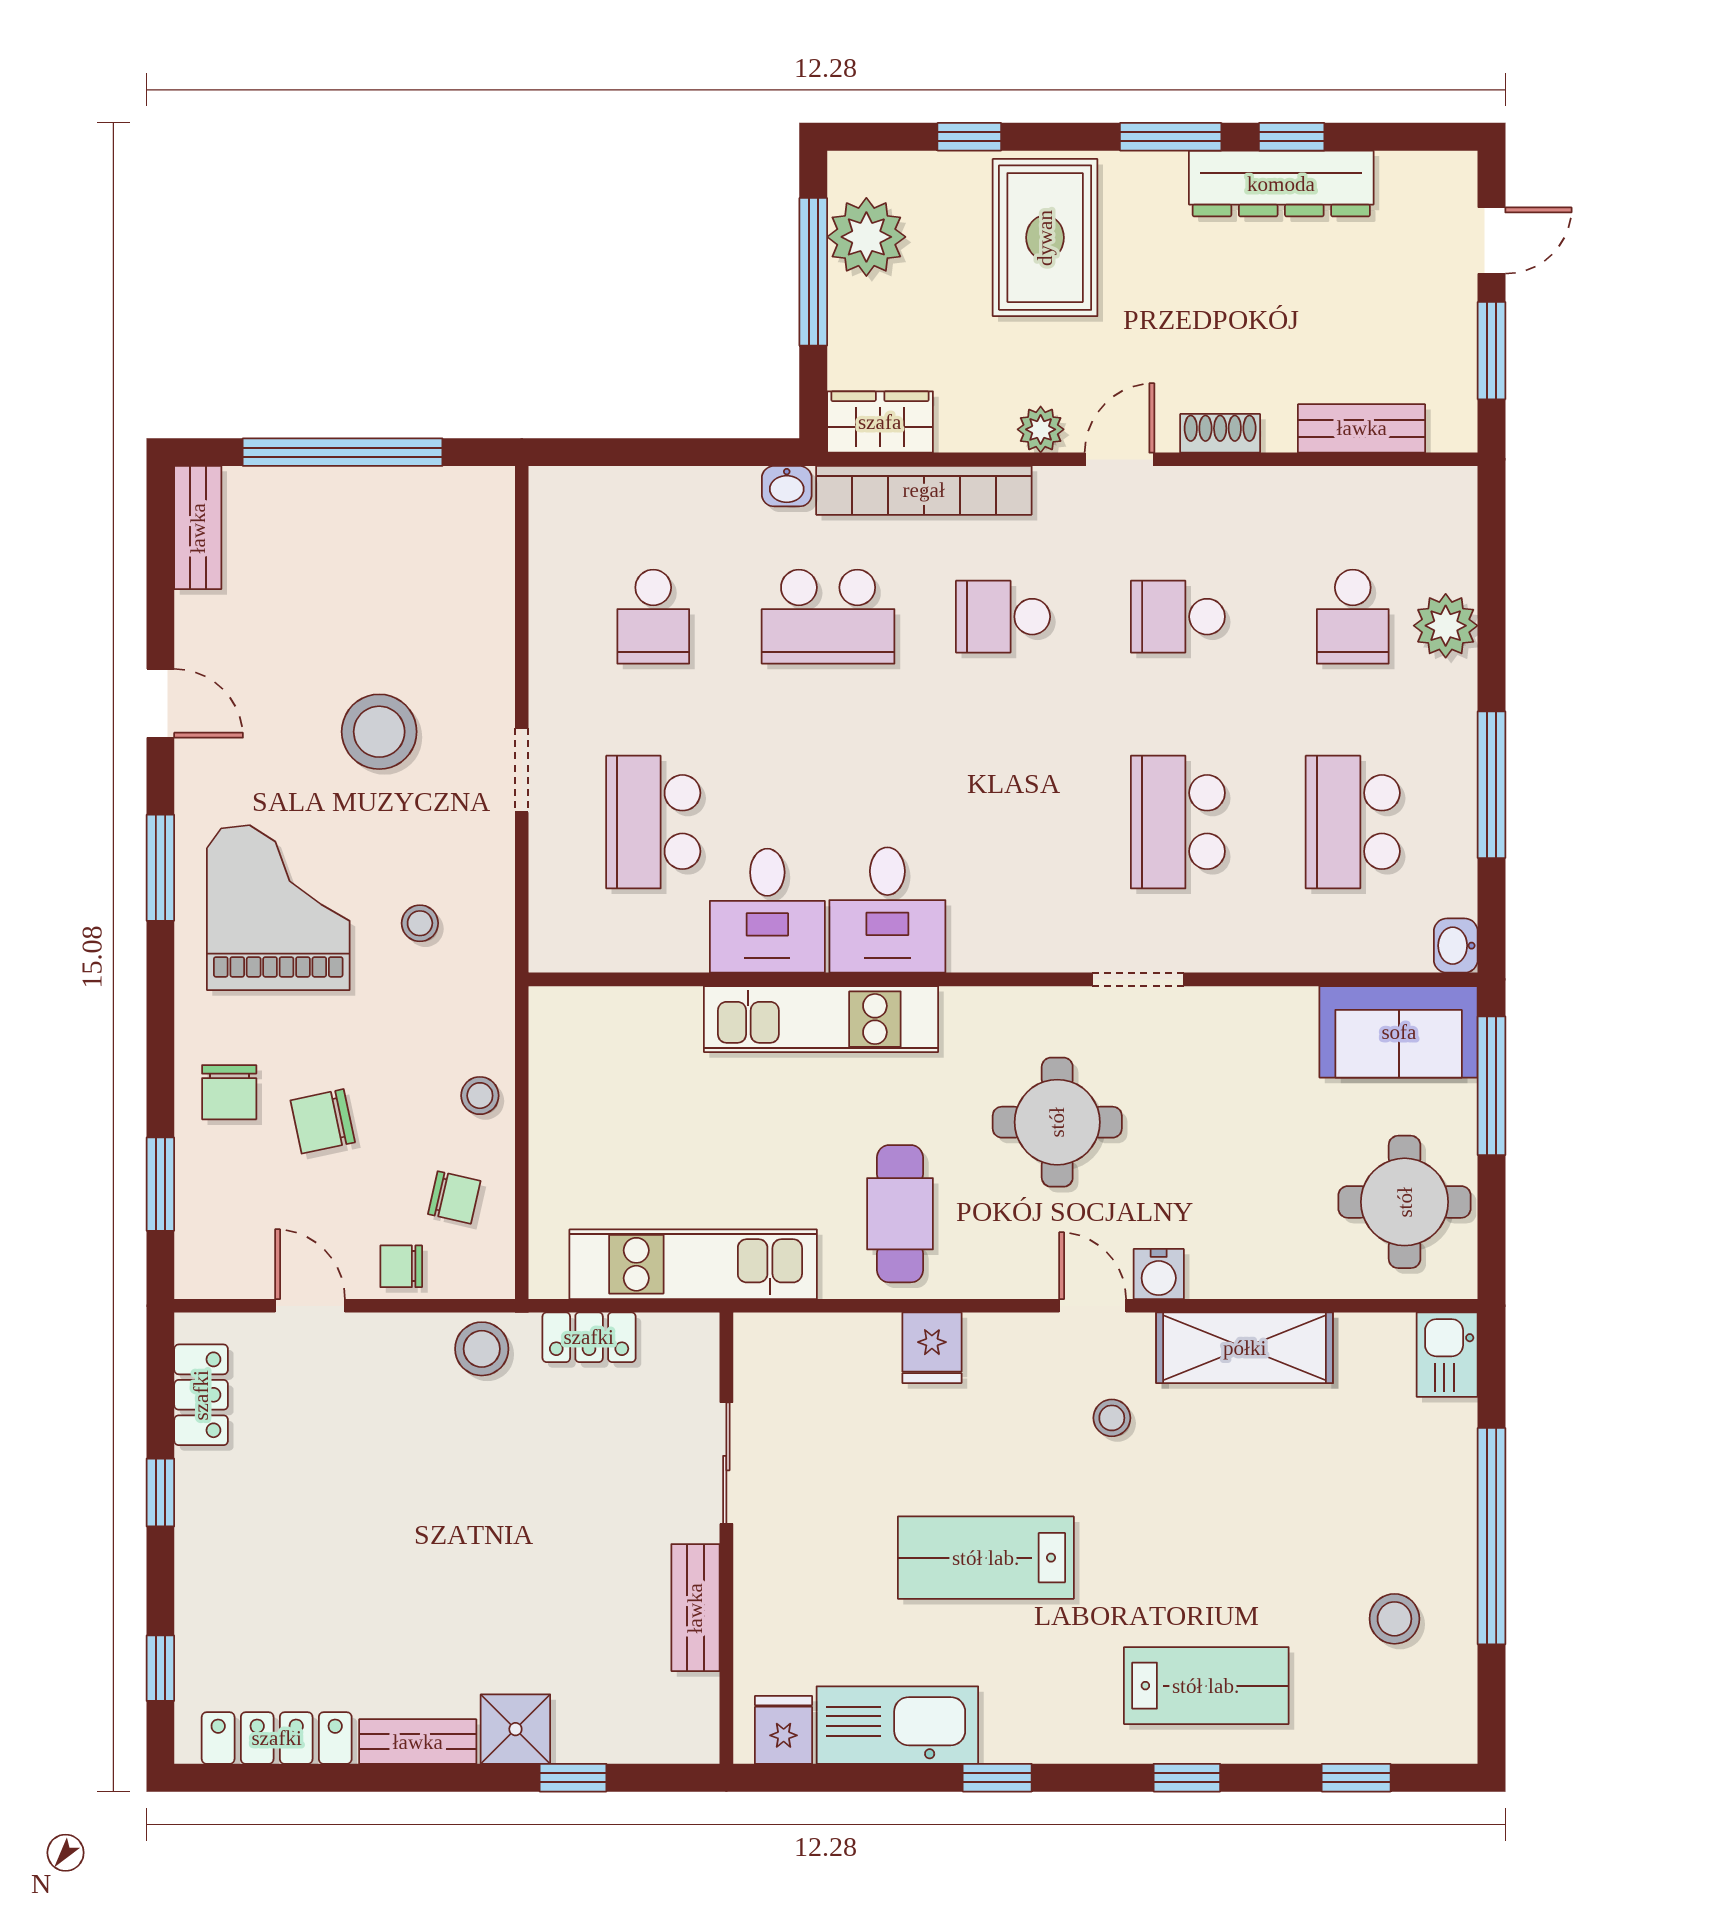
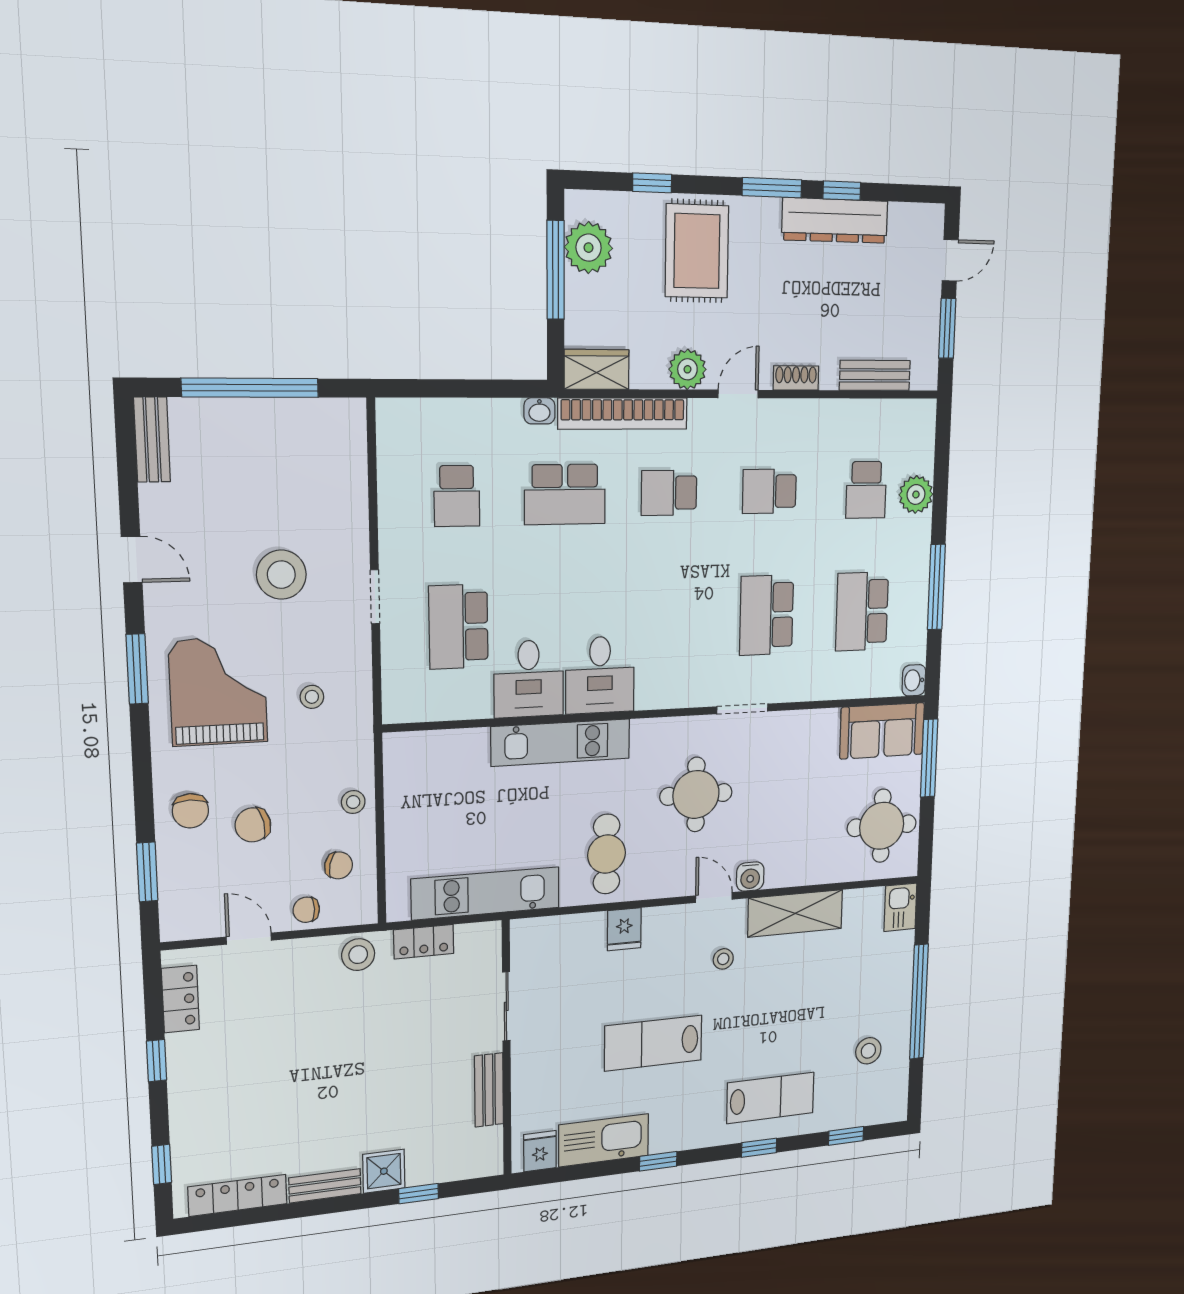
plant: (1041, 429) -> (687, 369), width x1.38, depth x1.38

